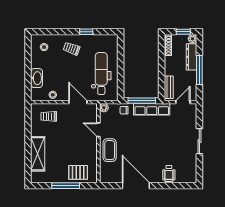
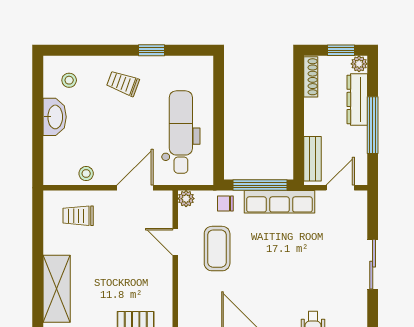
washbasin: (37, 78) -> (55, 117), moved
door: (78, 102) -> (135, 188), hinge flipped
coffee table: (110, 150) -> (217, 249), moved

